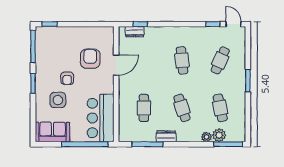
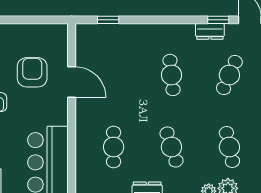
dresser: (135, 32) -> (210, 31), moved
door: (116, 65) -> (72, 82), hinge flipped

